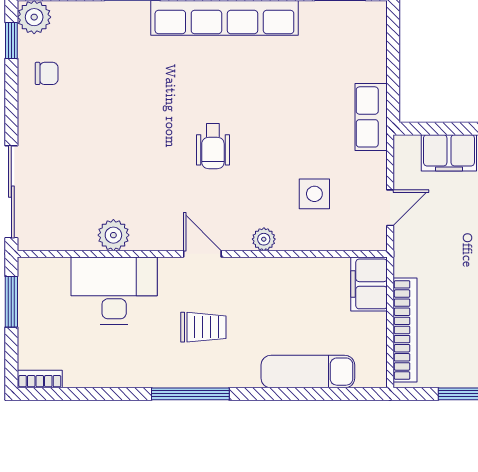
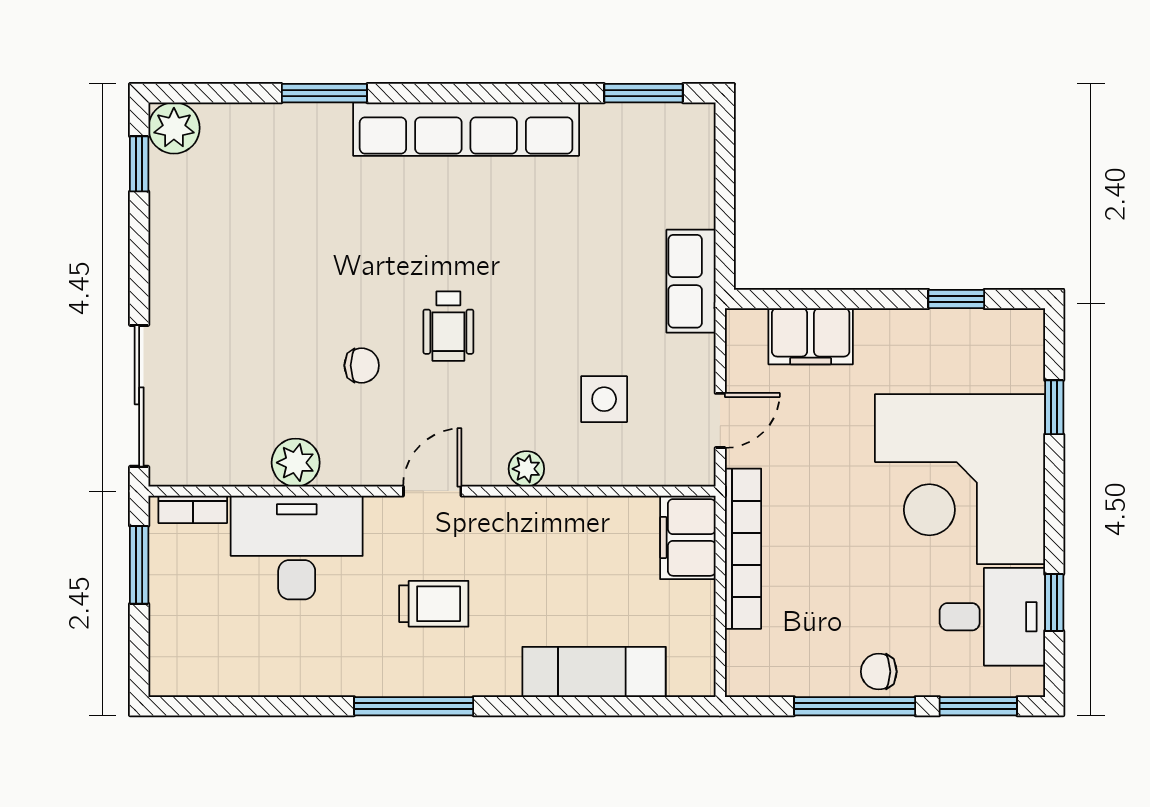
chair: (47, 73) -> (362, 365), moved
door: (202, 254) -> (432, 491), hinge flipped
bookcase: (405, 330) -> (743, 549), moved
bookcase: (40, 379) -> (193, 509), moved, turned 180

